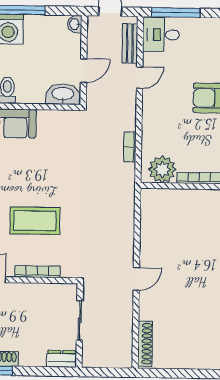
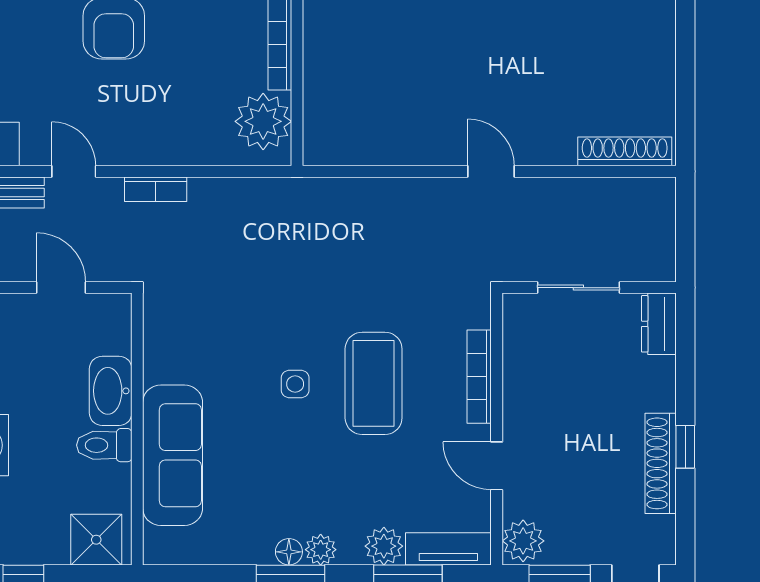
washbasin: (63, 94) -> (111, 391), moved
bookcase: (130, 147) -> (156, 189), moved
side table: (35, 183) -> (295, 384), added

